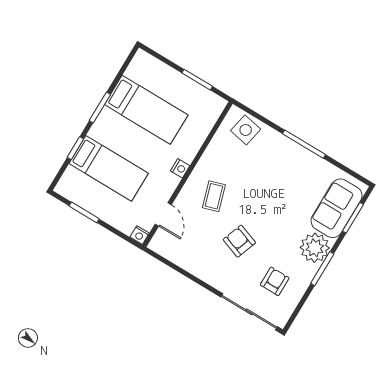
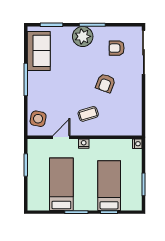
sofa: (337, 208) -> (39, 51), moved, turned -90
door: (163, 214) -> (61, 137), moved

